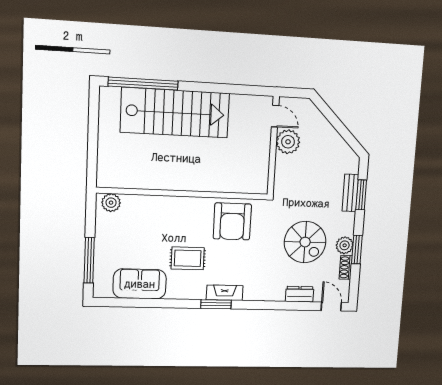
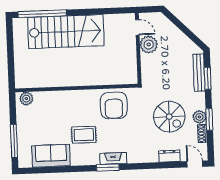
bench: (350, 193) -> (199, 73), width x1.36

